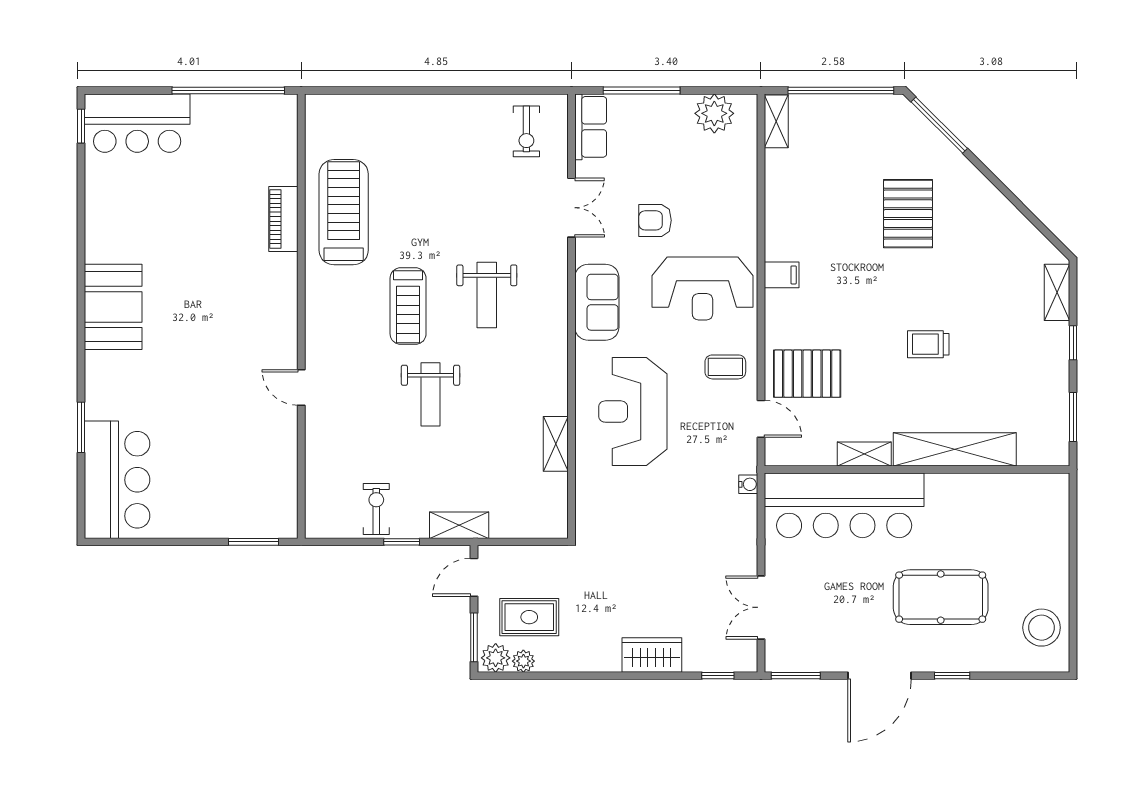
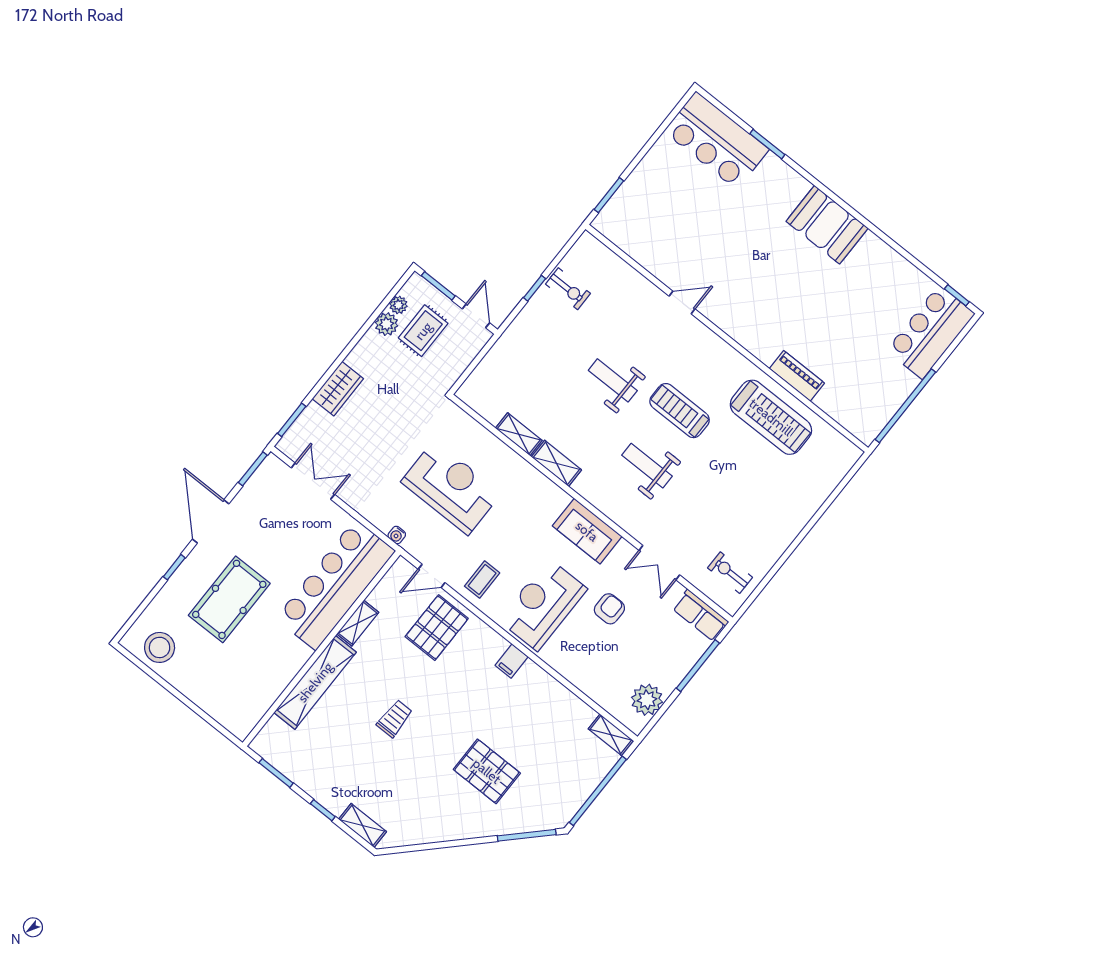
reception desk: (633, 412) -> (451, 488), moved
shelving: (459, 525) -> (556, 463), moved, turned 90
plant: (496, 658) -> (387, 324), moved
window: (718, 676) -> (292, 420), width x1.50

